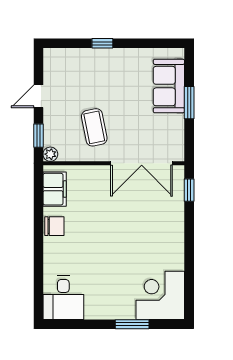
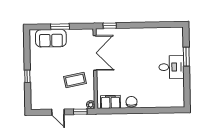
corner desk: (160, 295) -> (170, 41), removed
desk: (63, 298) -> (171, 67), moved

